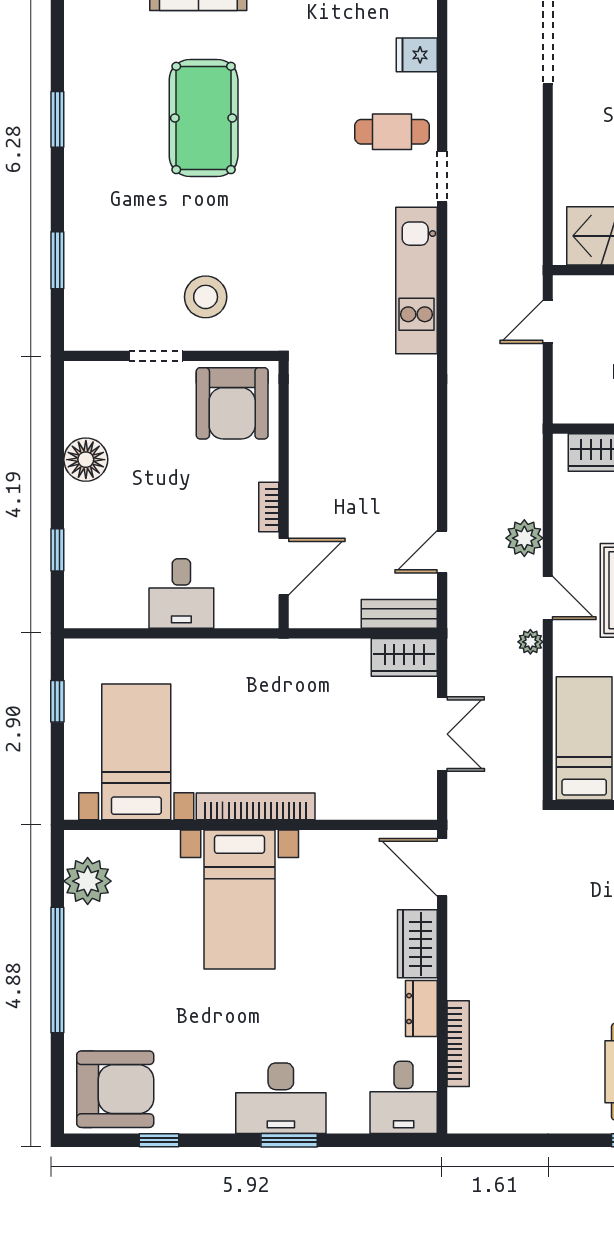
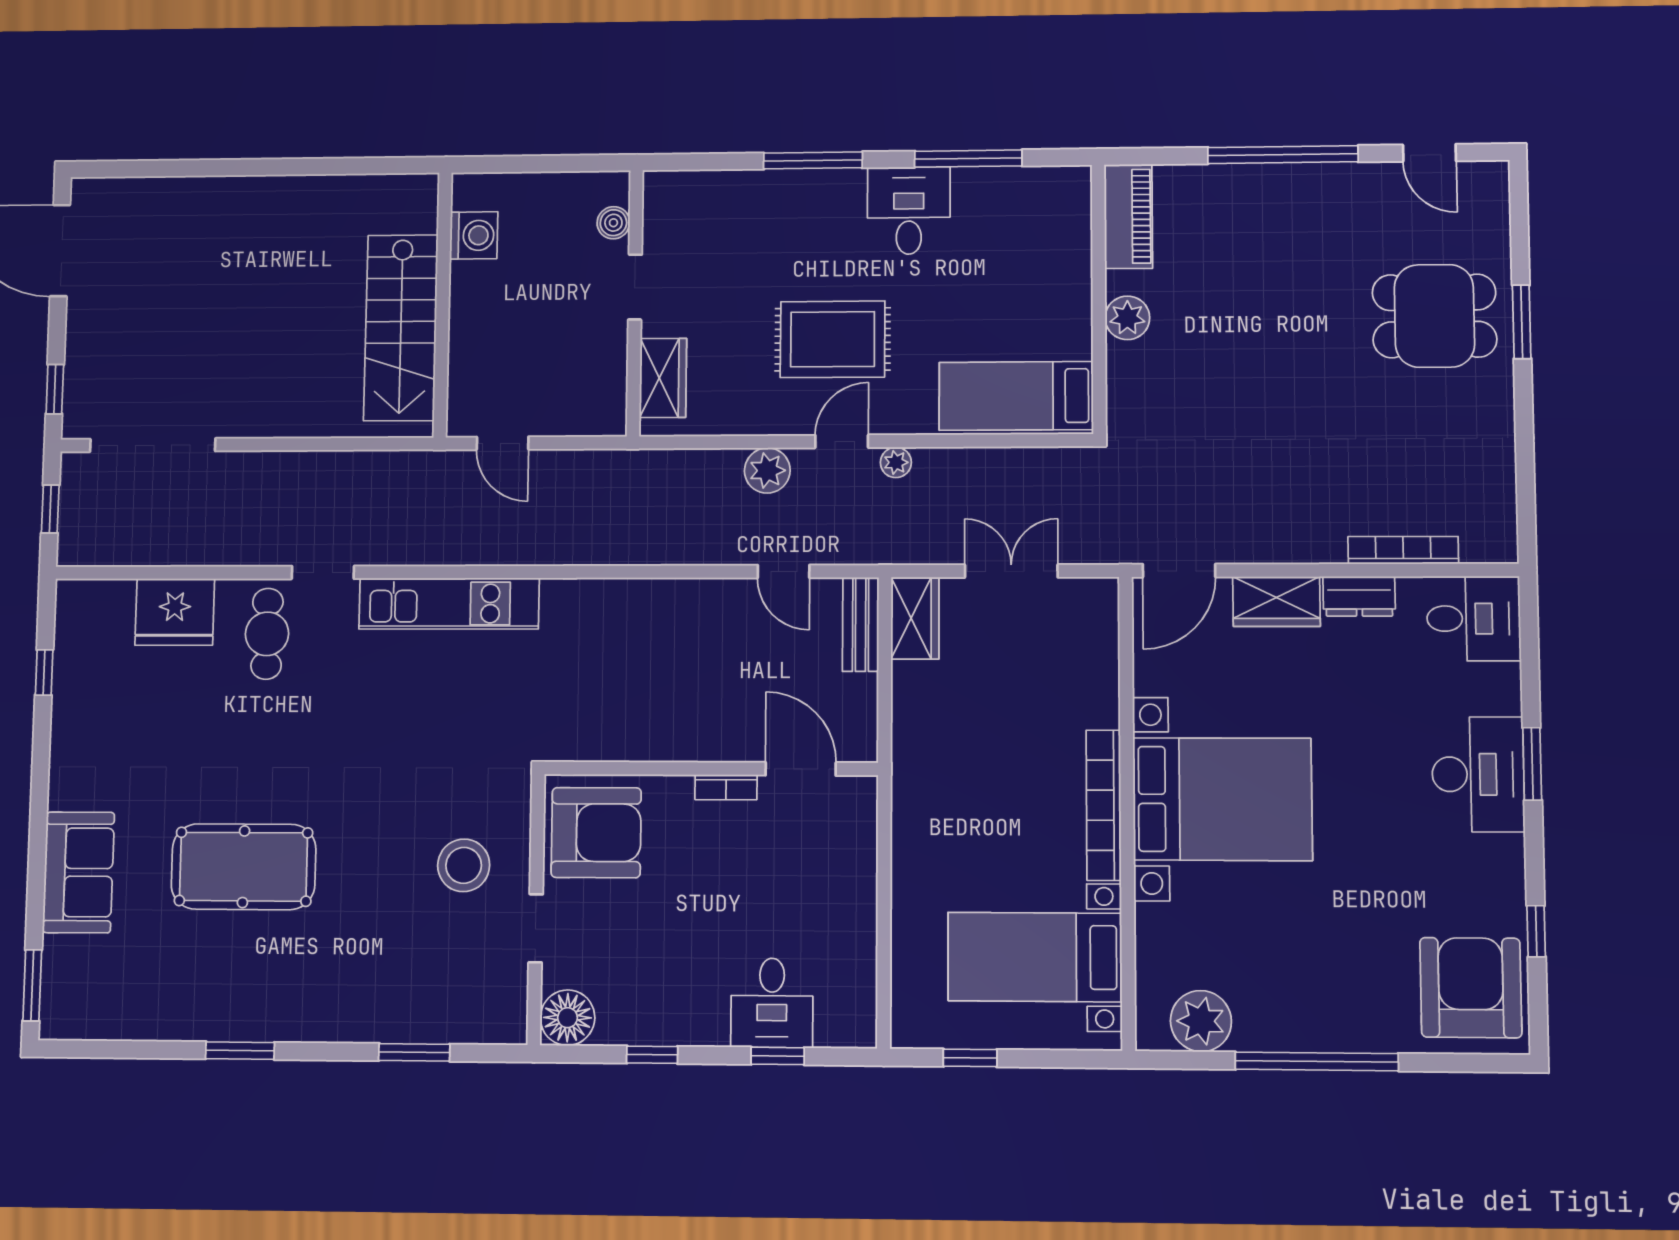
fridge: (417, 55) -> (175, 612), width x1.88, depth x1.34
window: (57, 450) -> (652, 1055), added
floor lamp: (86, 460) -> (568, 1018), moved
desk: (181, 594) -> (772, 1003), moved, turned 90
bed with nightstands: (240, 899) -> (1222, 799), width x1.36

